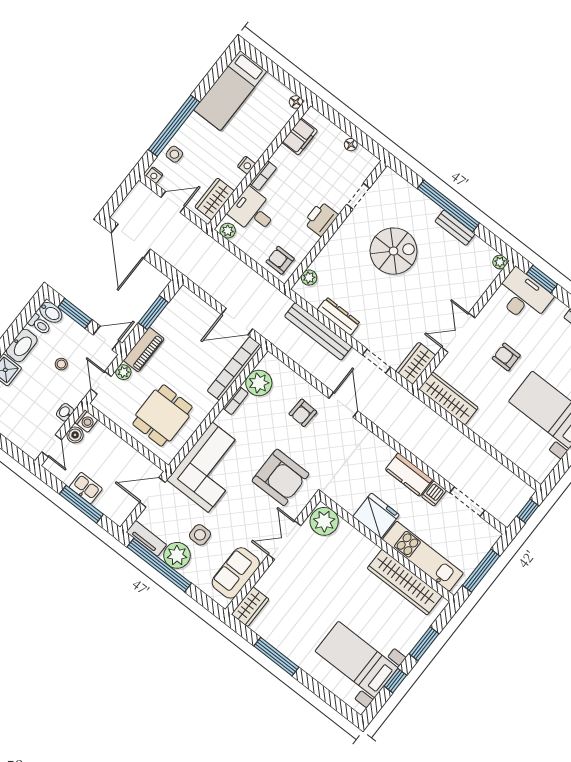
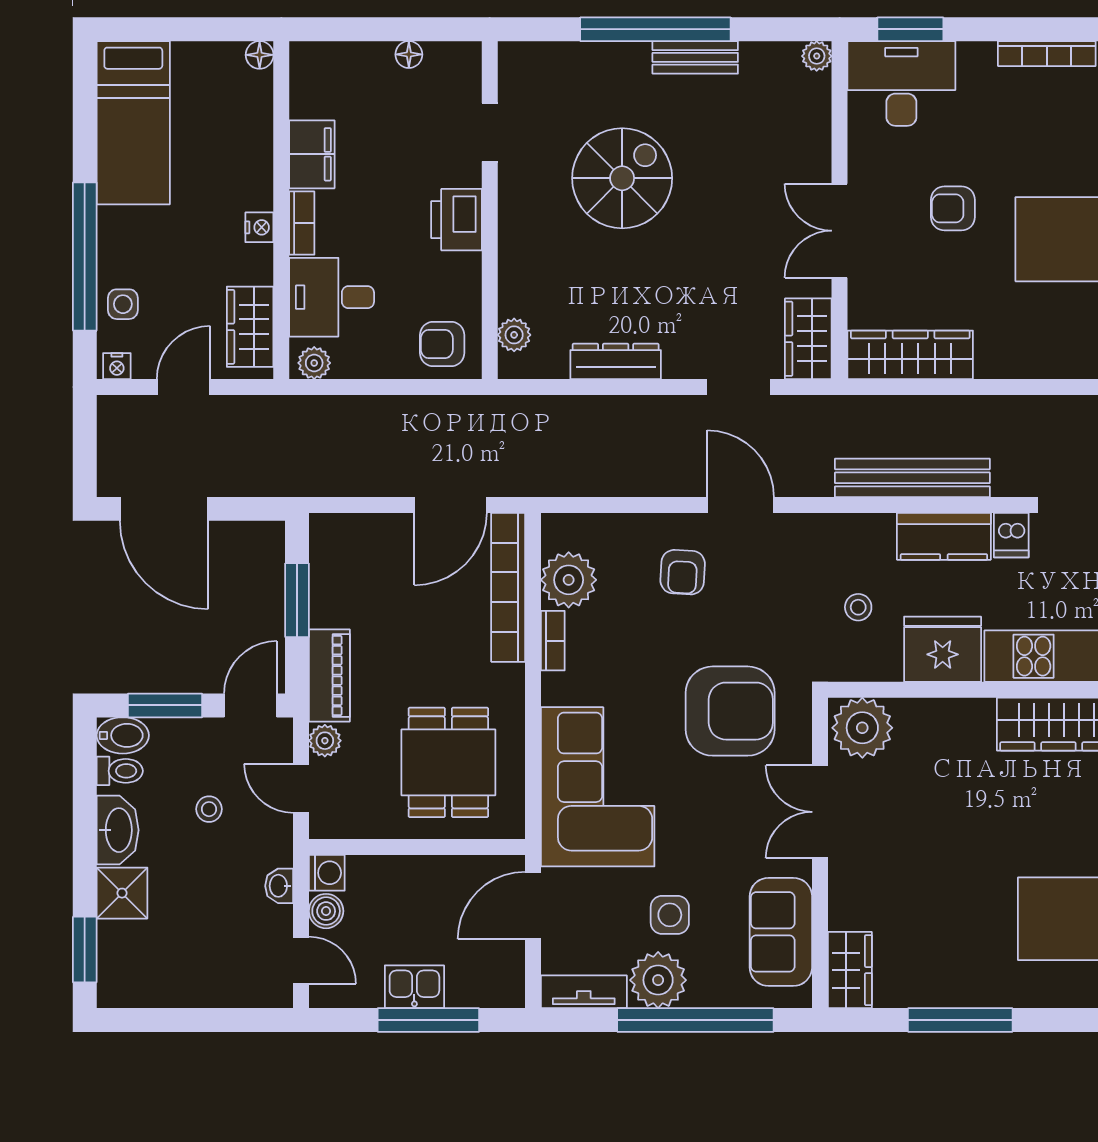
filing cabinet: (300, 137) -> (312, 154), moved
bench: (318, 331) -> (912, 478), moved
stool: (357, 476) -> (858, 607), added
window: (159, 565) -> (695, 1020), moved

